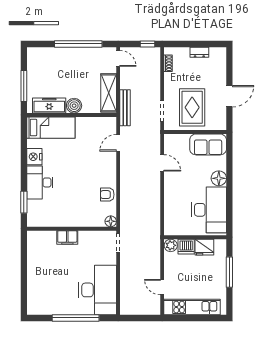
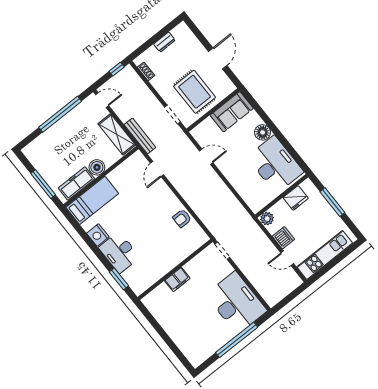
floor lamp: (111, 221) -> (202, 238), removed
dishwasher: (186, 247) -> (283, 238), moved, turned -90

